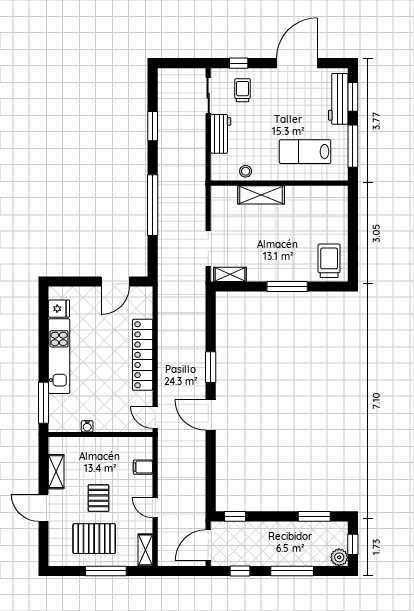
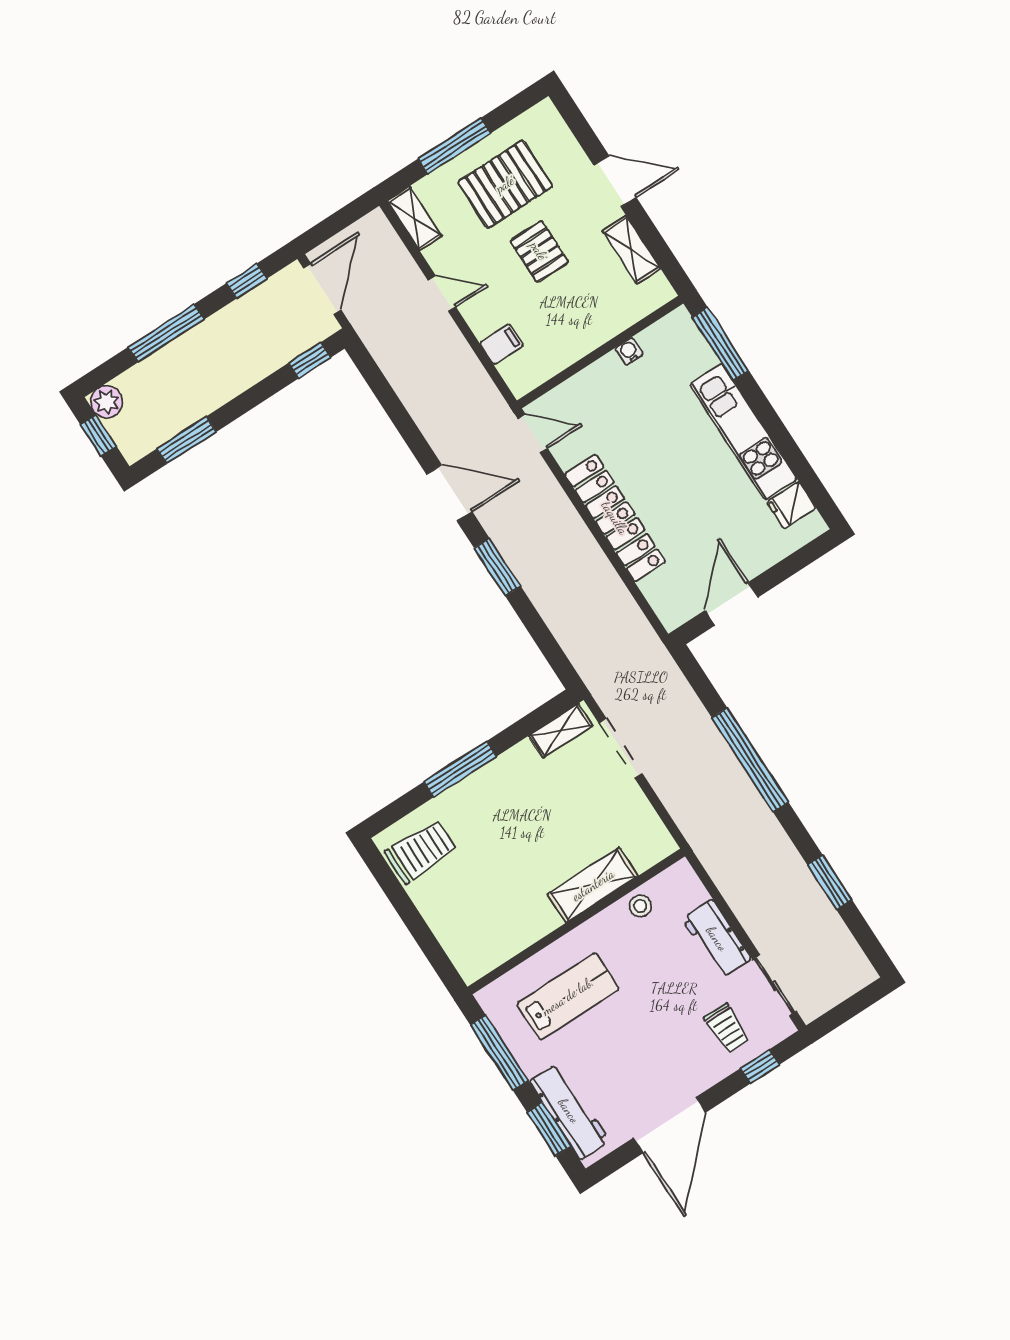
trolley: (329, 261) -> (421, 851), turned -90

